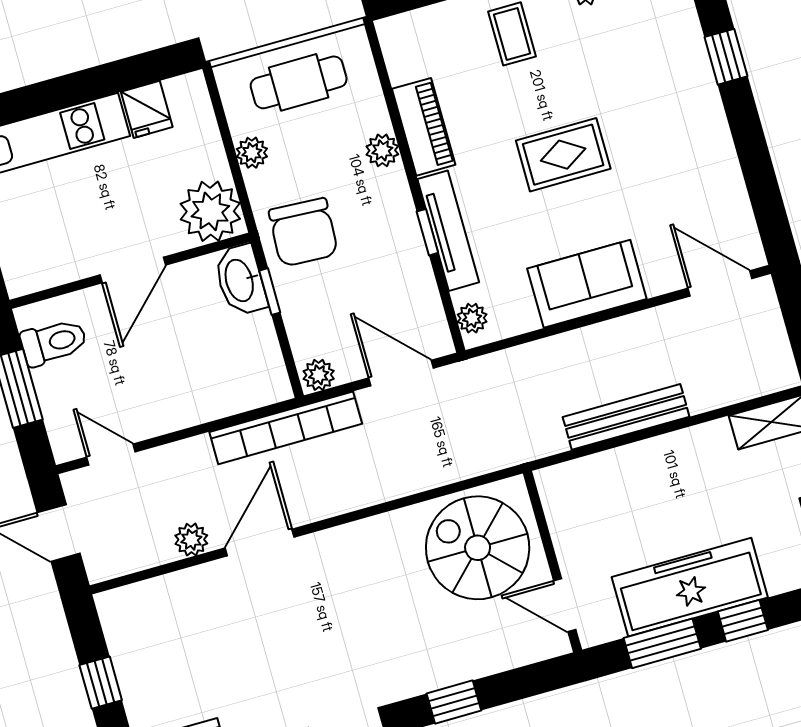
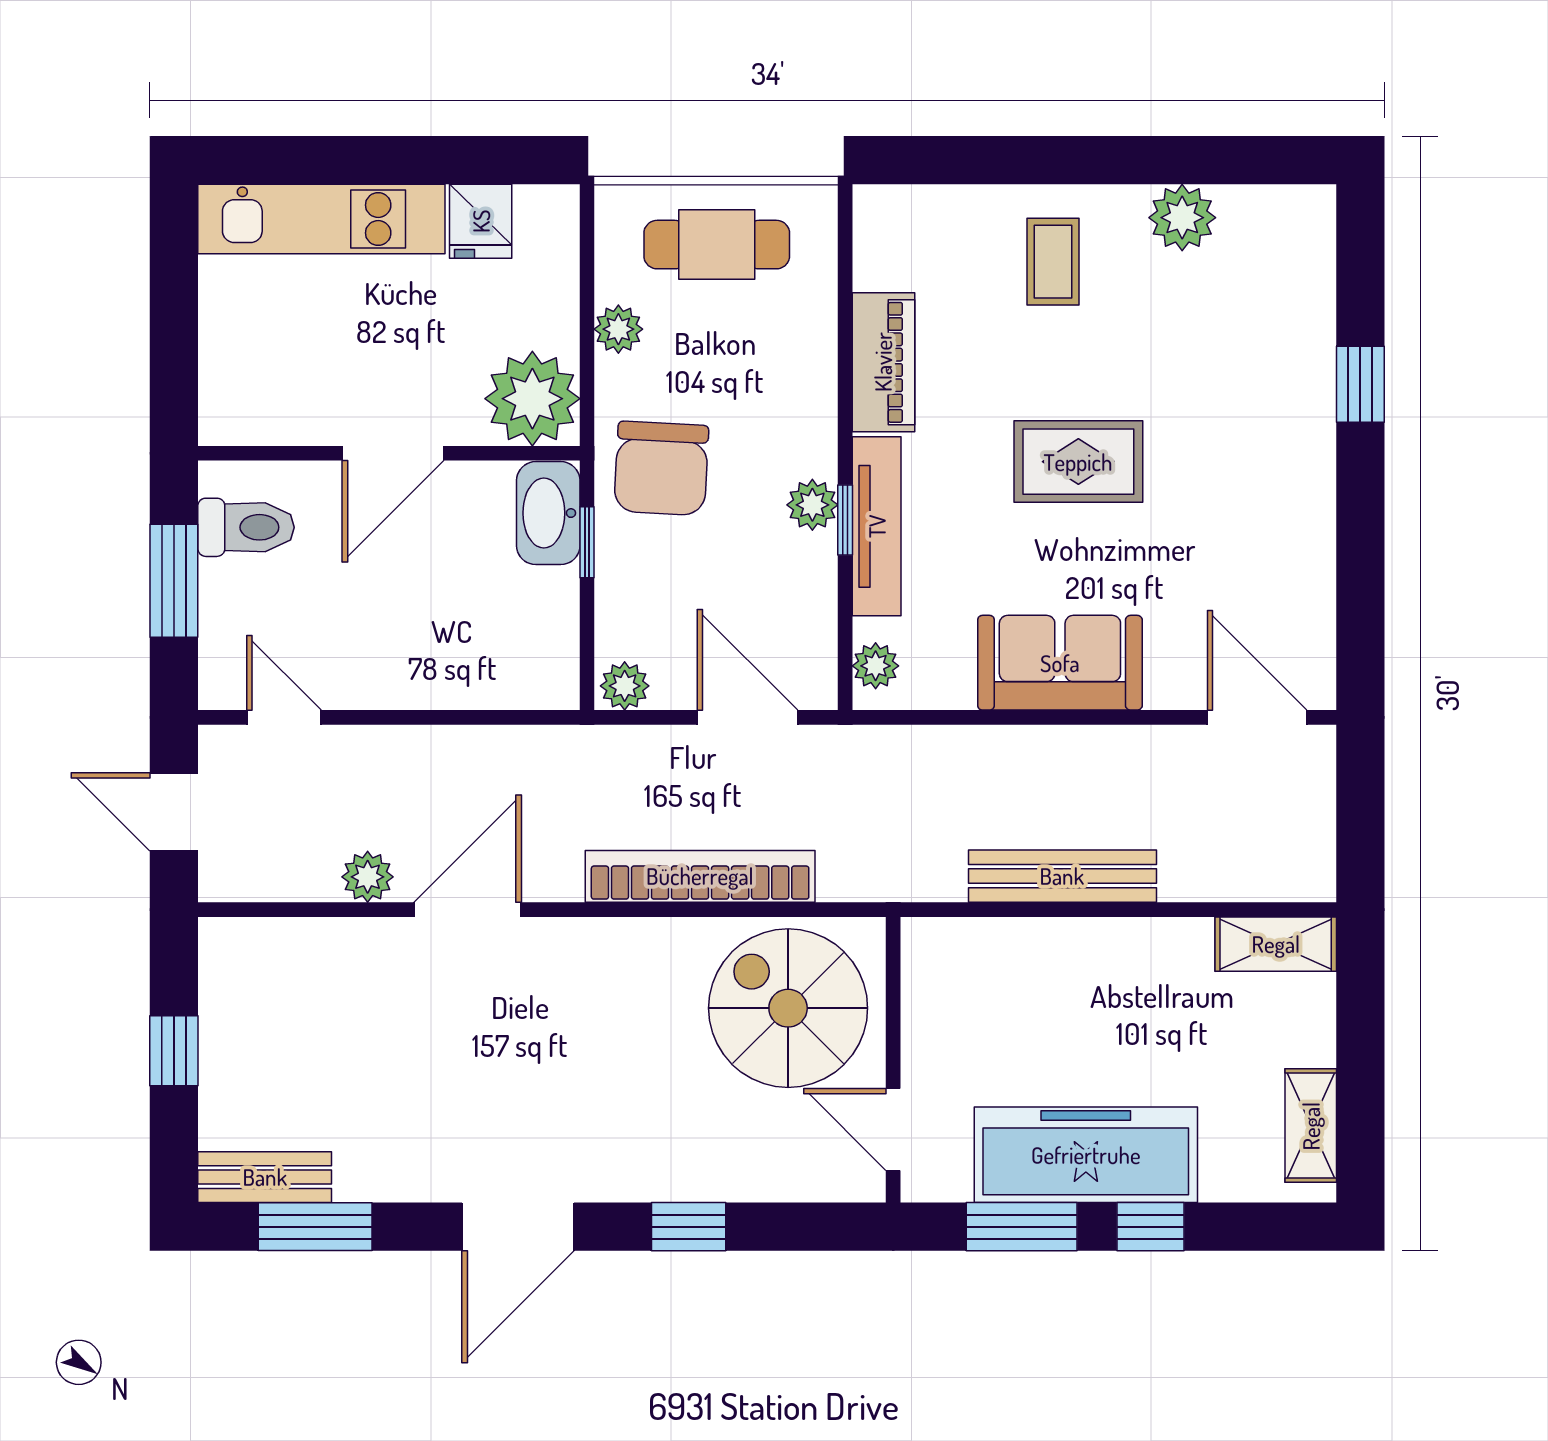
plant: (382, 150) -> (812, 505), moved
bookcase: (286, 428) -> (700, 876), moved, turned 180

